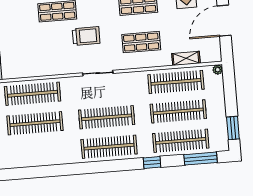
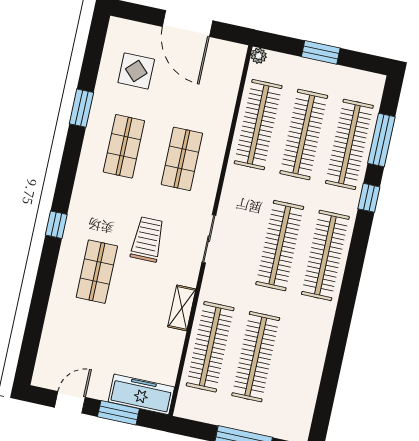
shelving: (186, 58) -> (182, 308), moved
window: (233, 128) -> (321, 52), moved
window: (201, 159) -> (381, 140), moved

